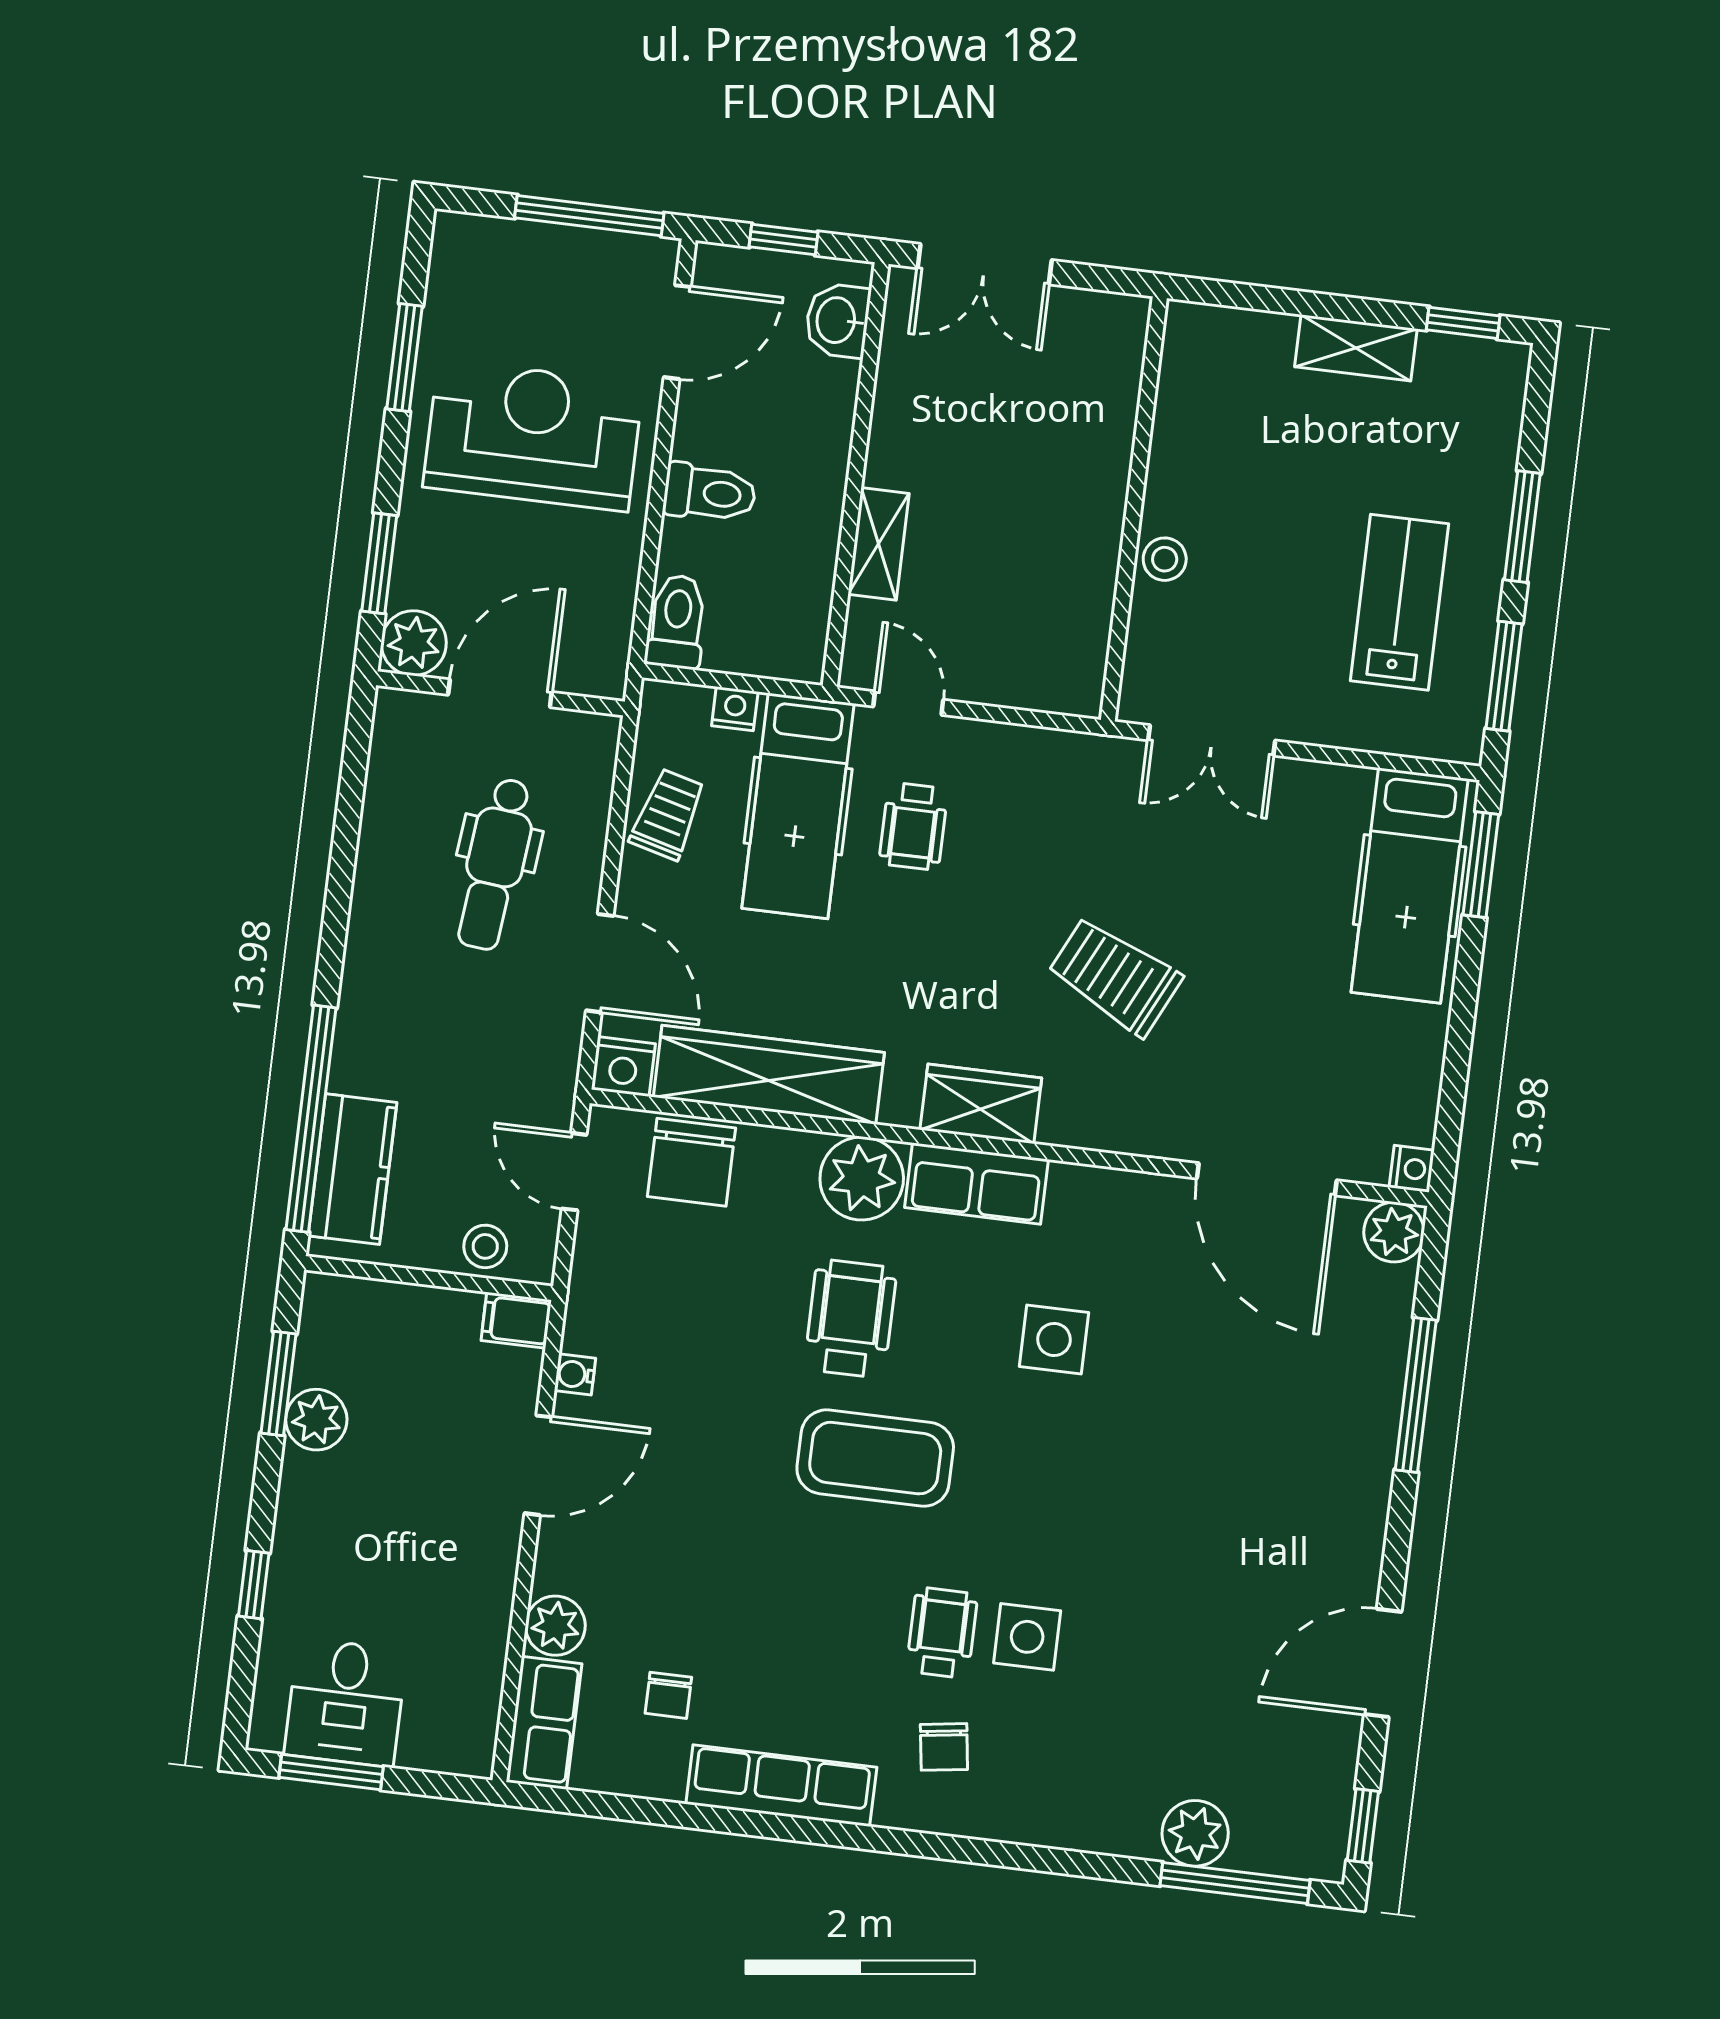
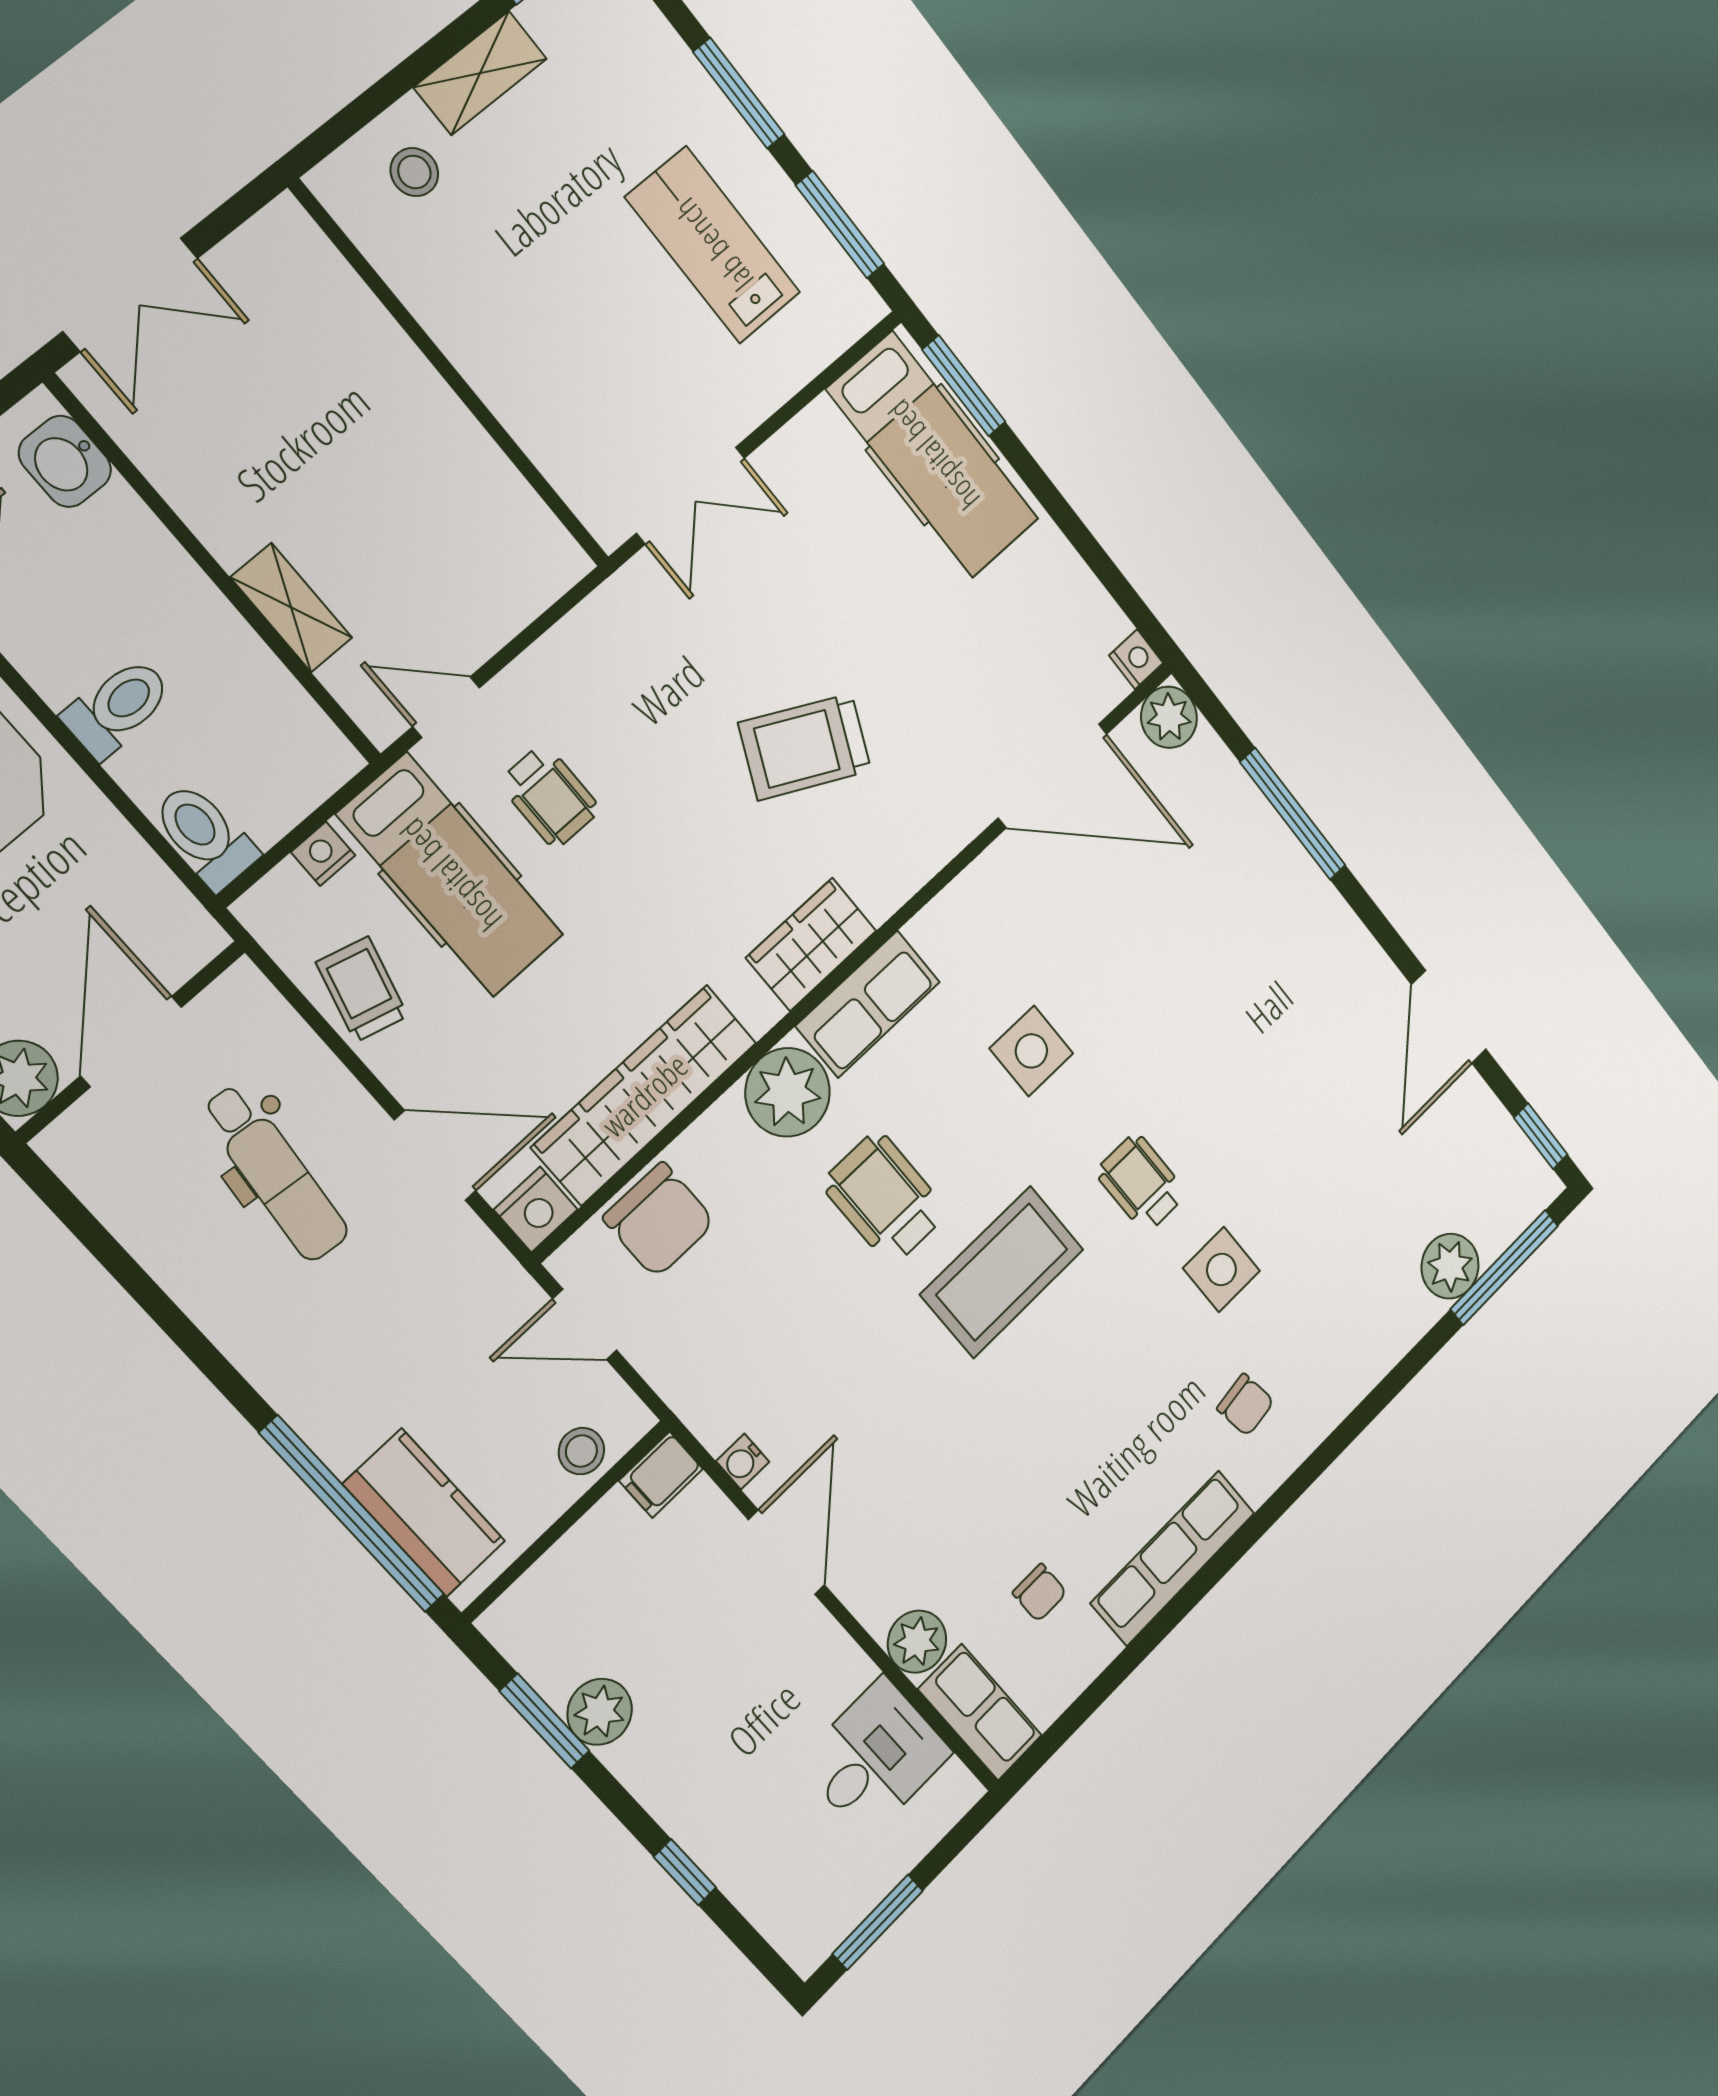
stool: (1165, 559) -> (414, 172), moved
wheelchair: (942, 1633) -> (1141, 1183), moved
desk: (346, 1703) -> (875, 1757), moved, turned -90

